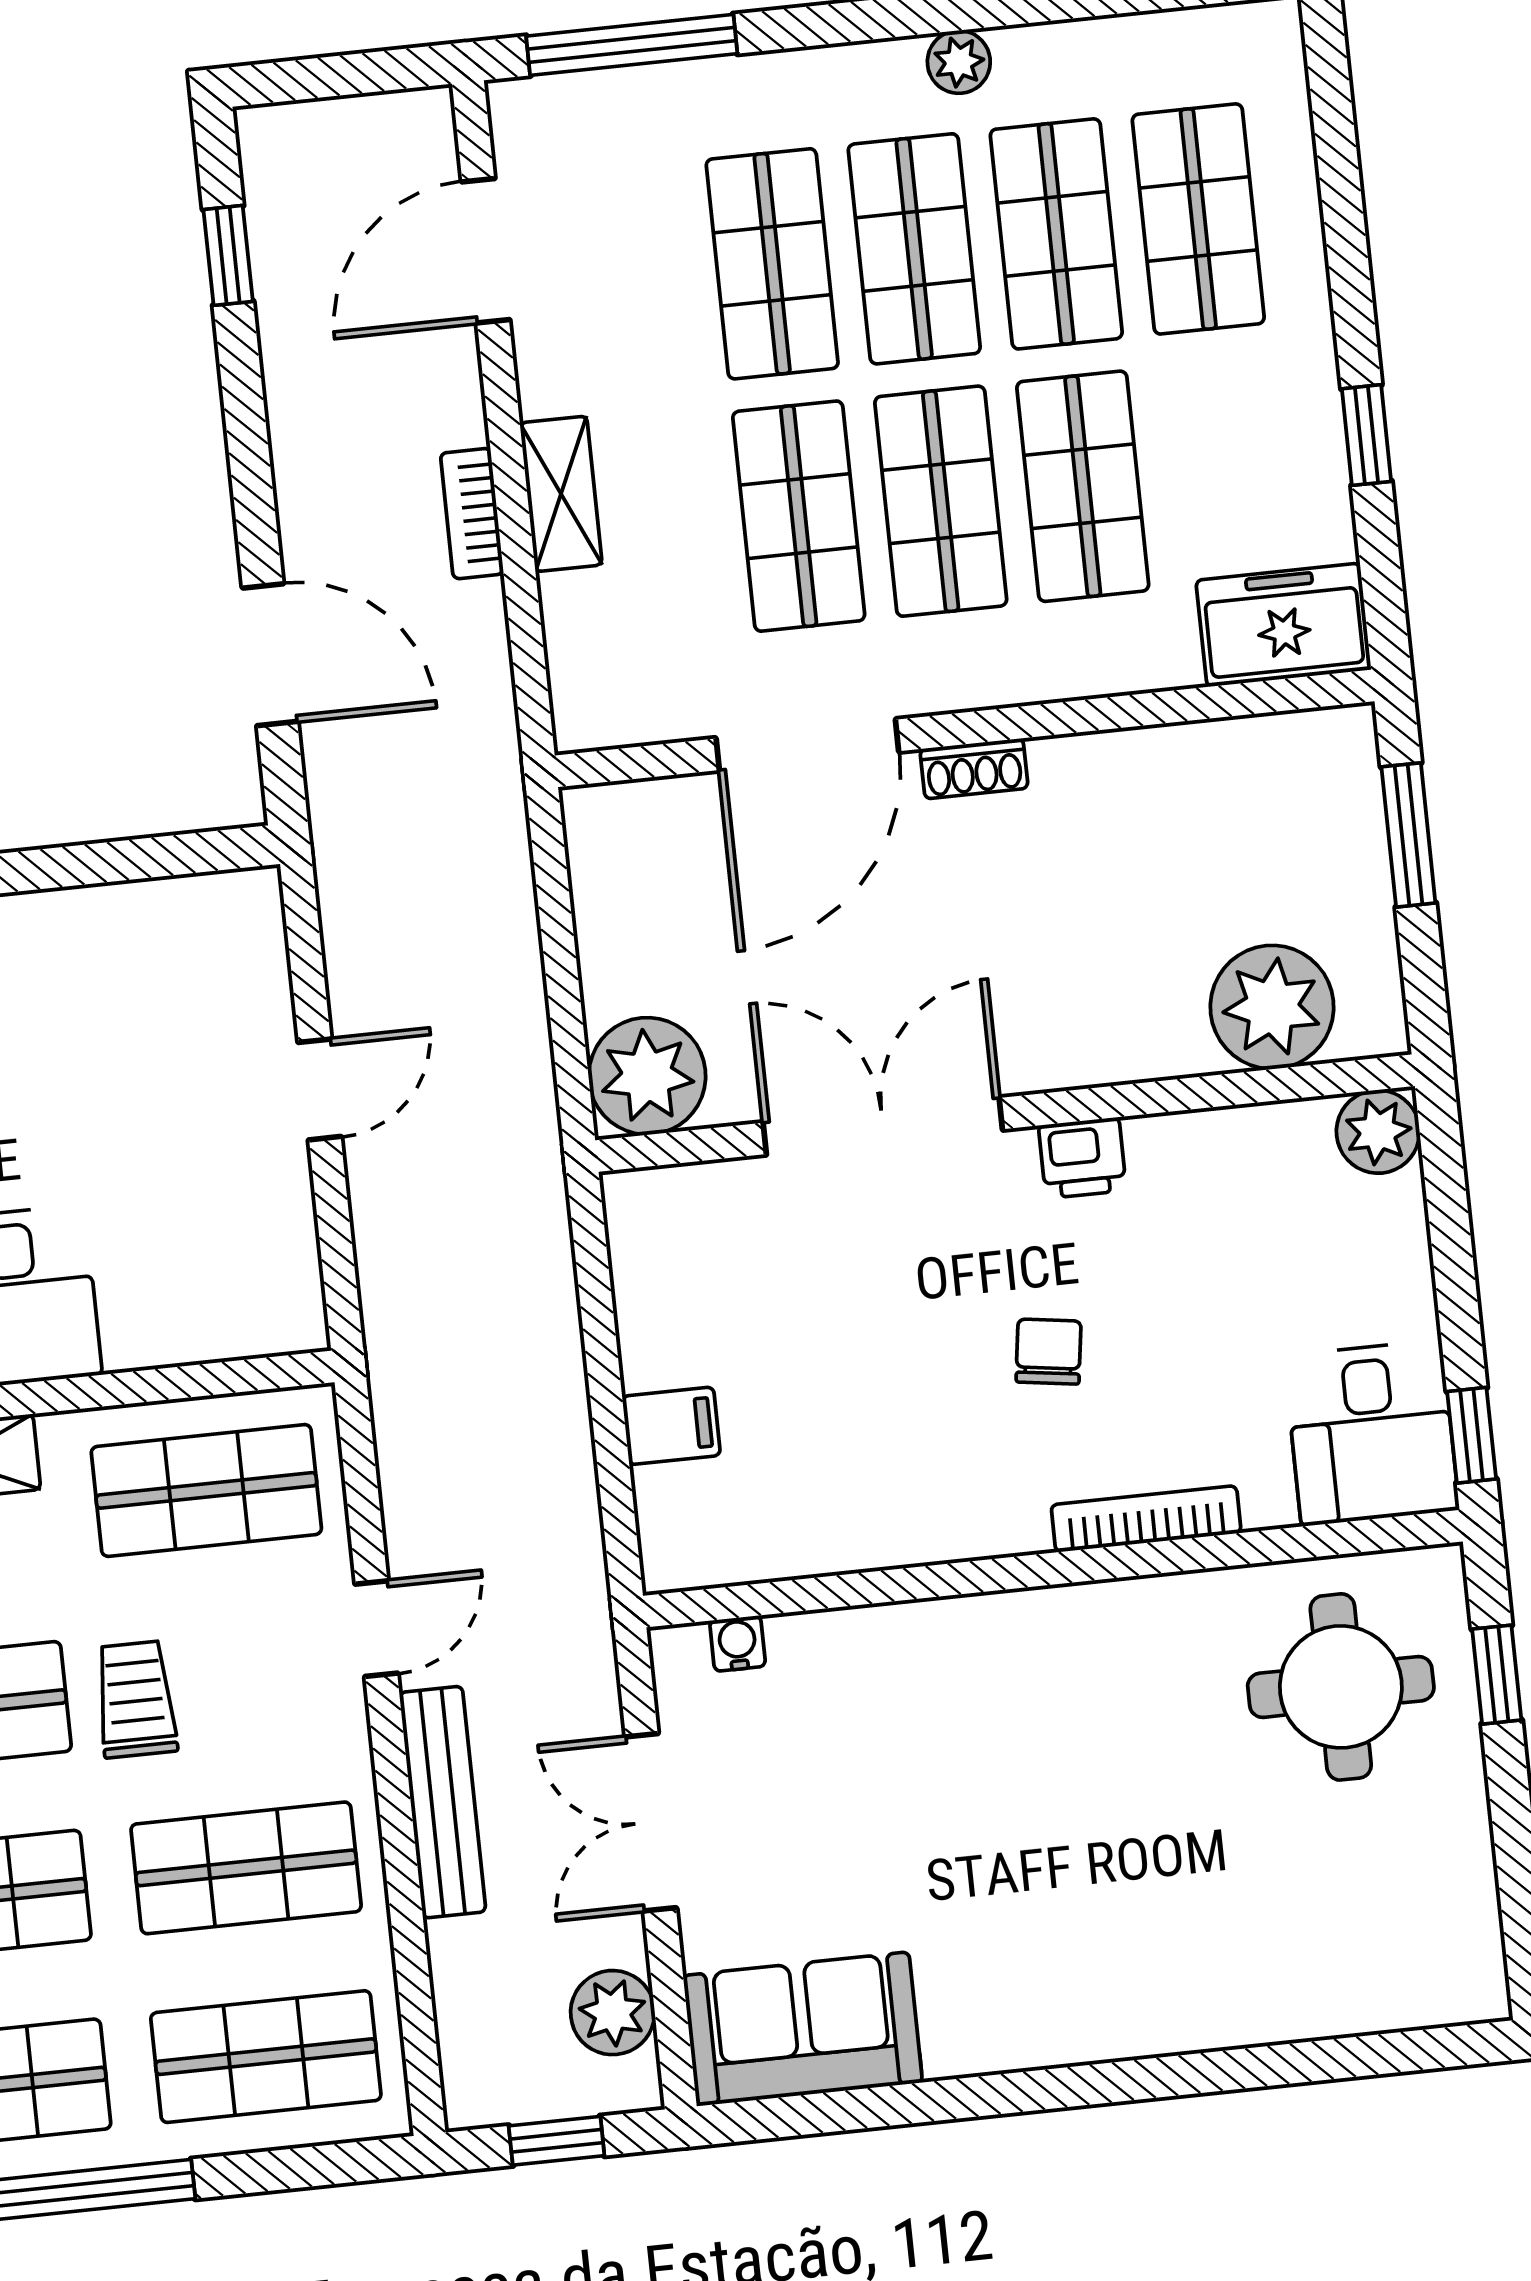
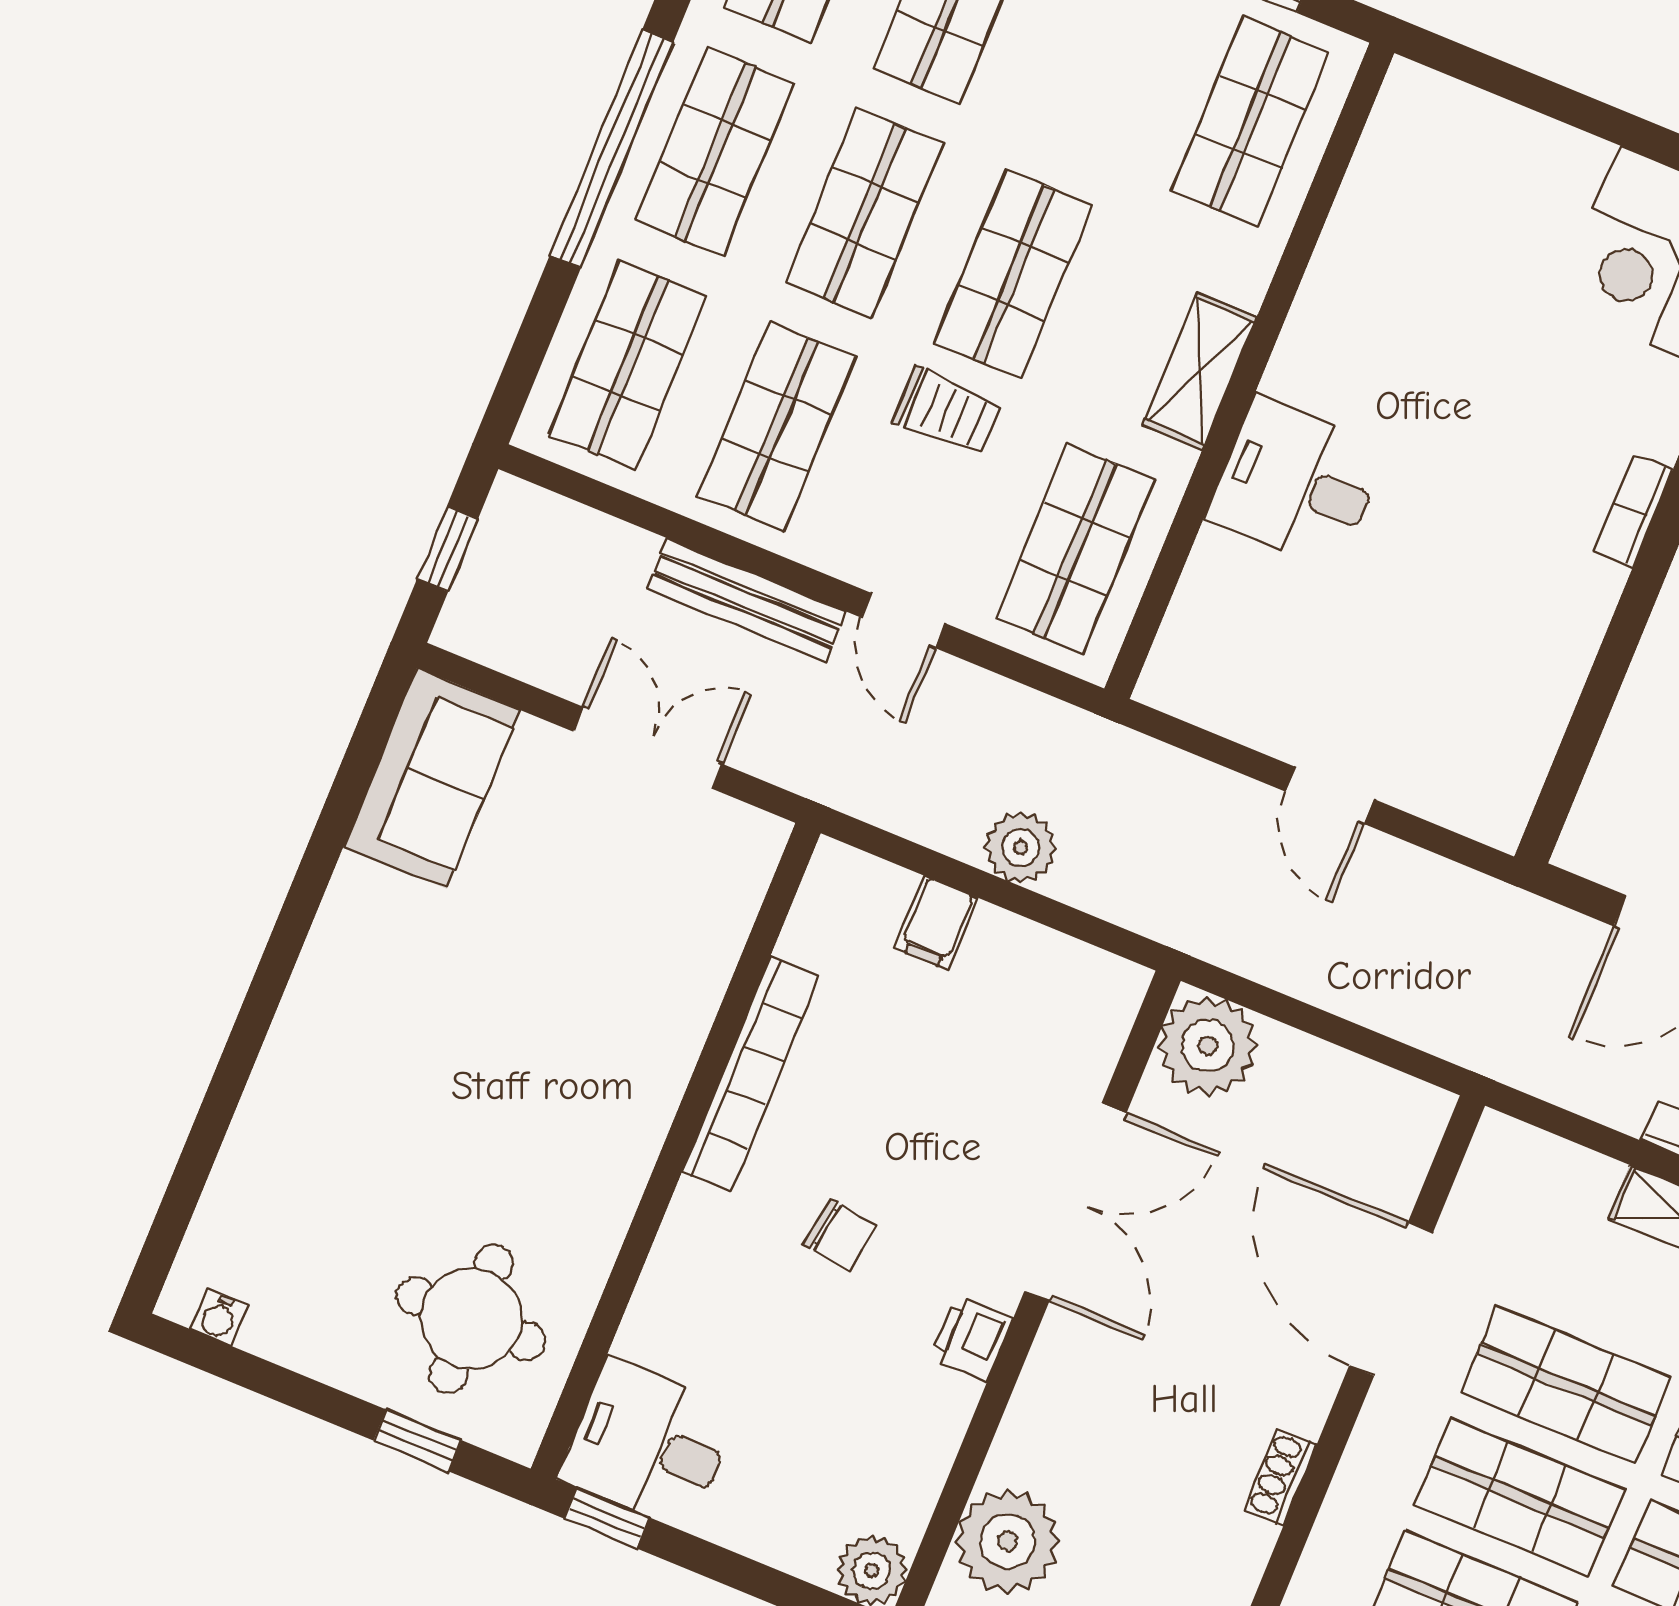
shoe rack: (974, 769) -> (1280, 1477), moved
bookcase: (1146, 1519) -> (751, 1074), moved, width x1.48, depth x1.31
water cooler: (738, 1643) -> (219, 1317), moved, turned 90
plant: (613, 2013) -> (1021, 848), moved

